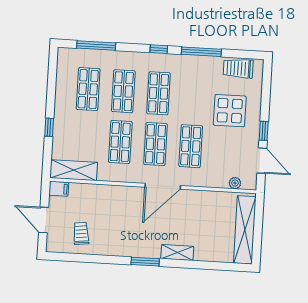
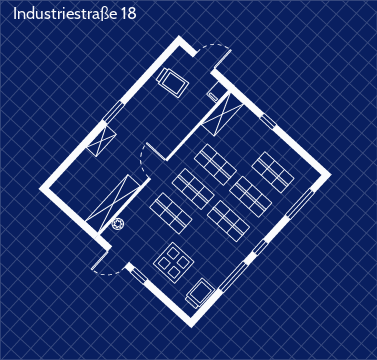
door: (163, 186) -> (158, 169), width x0.73
shelving: (245, 230) -> (113, 204), moved, turned 90
trolley: (81, 233) -> (172, 82), width x1.36, depth x1.39

